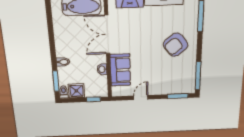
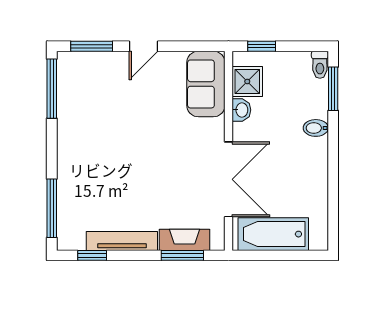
armchair: (176, 45) -> (98, 155), removed
sofa: (120, 70) -> (206, 84), moved
shower: (76, 91) -> (247, 81), moved
door: (141, 97) -> (144, 46), moved

